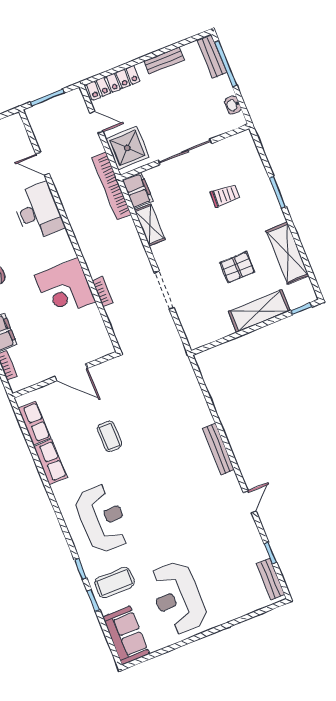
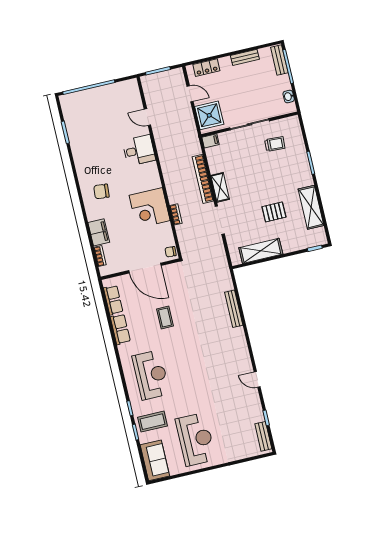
locker: (113, 83) -> (206, 68), width x0.66
bookcase: (112, 186) -> (203, 179), moved
filing cabinet: (138, 190) -> (211, 141), width x0.50
trolley: (225, 196) -> (275, 144), moved
desk: (38, 211) -> (139, 150), width x0.73
shelving: (150, 225) -> (220, 187), moved
shelving: (259, 311) -> (261, 251), moved
chair: (103, 344) -> (171, 252), added
door: (71, 372) -> (145, 268), width x1.36
bench: (218, 449) -> (234, 309), moved
door: (250, 502) -> (257, 379), swing flipped
reception desk: (178, 598) -> (196, 439), turned 180

